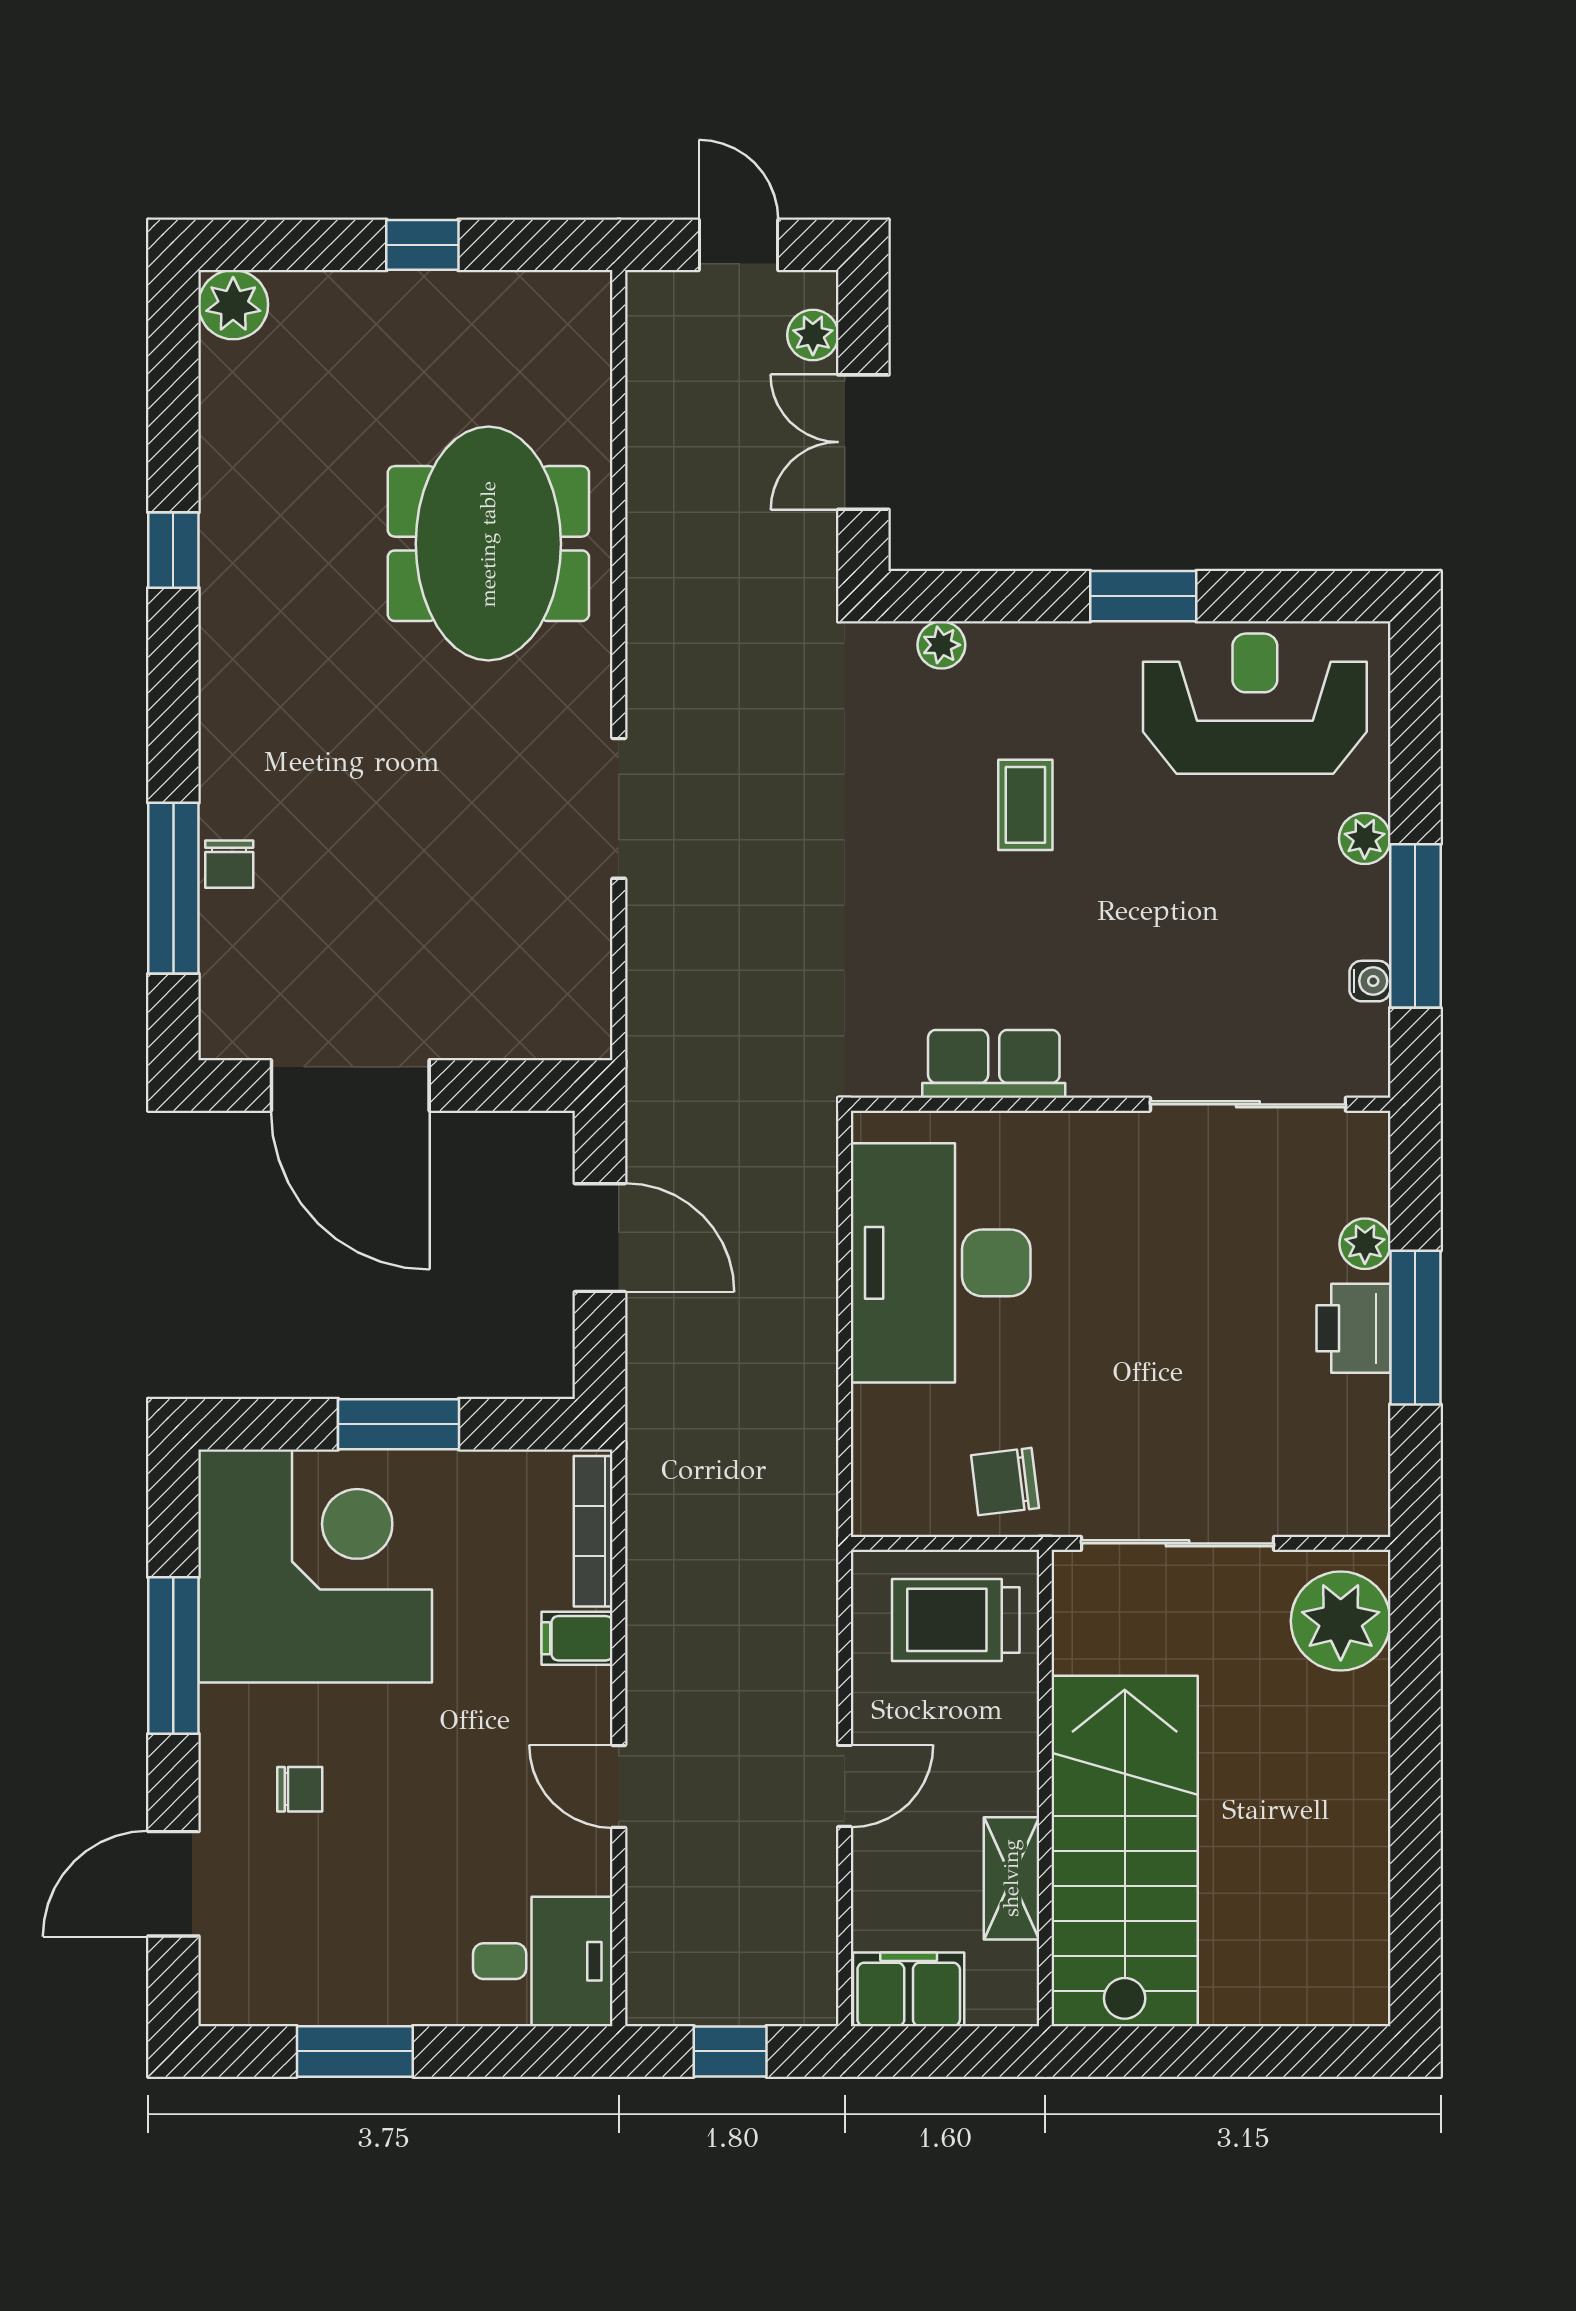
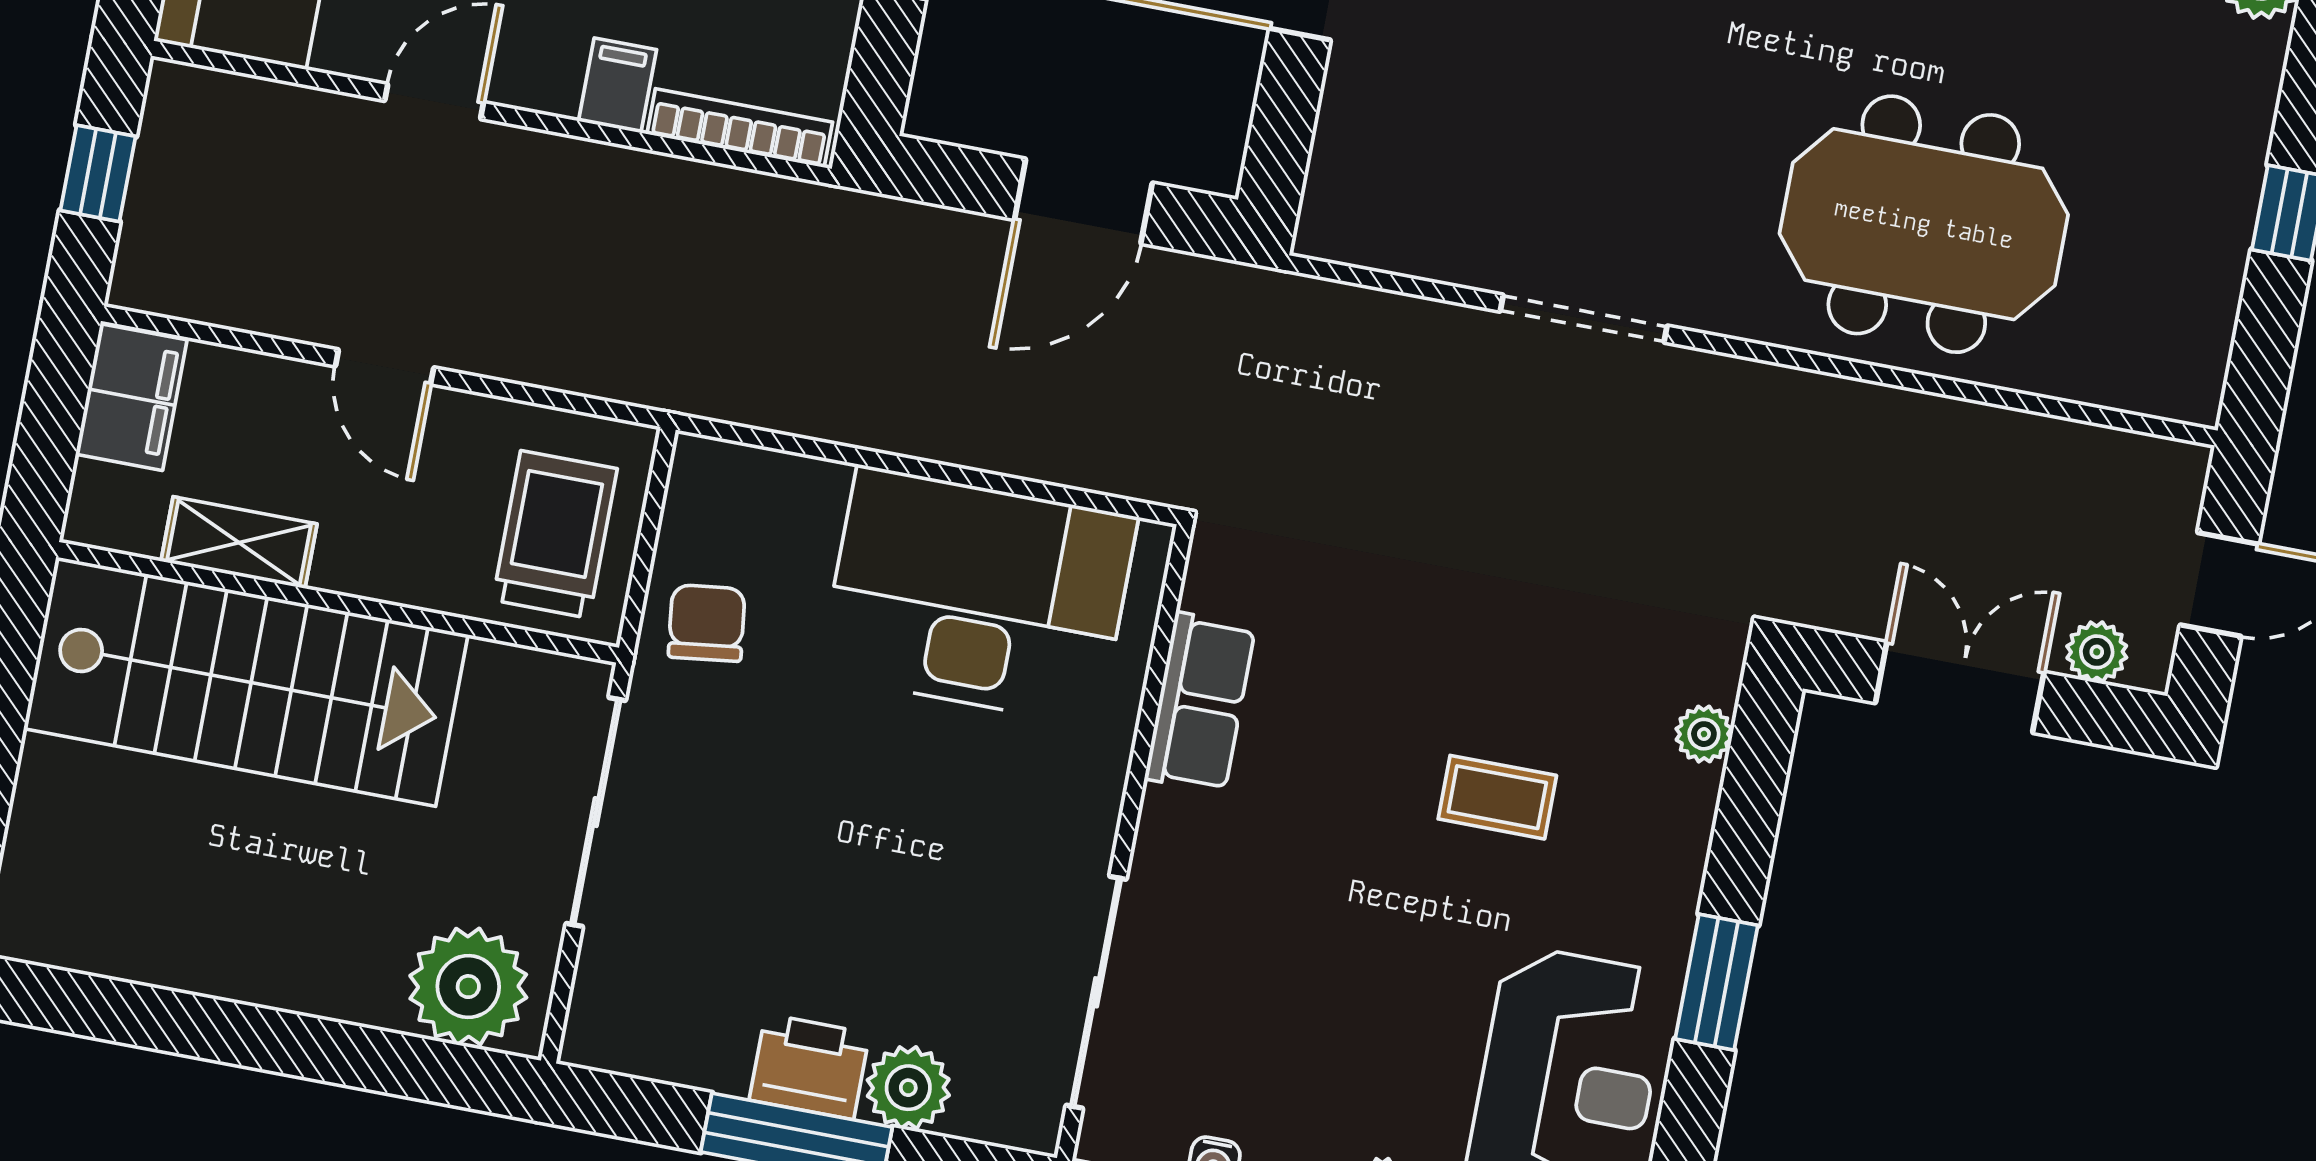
plant: (1365, 1244) -> (908, 1088), width x1.38, depth x1.38

